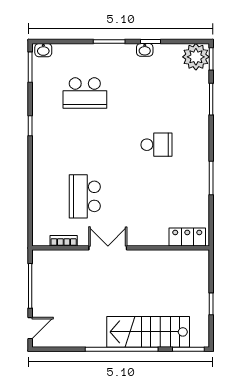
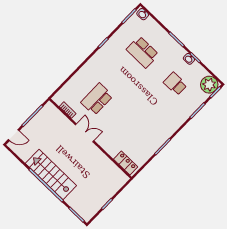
school desk: (156, 145) -> (175, 84), moved, turned 180
stairs: (148, 332) -> (51, 174), moved

